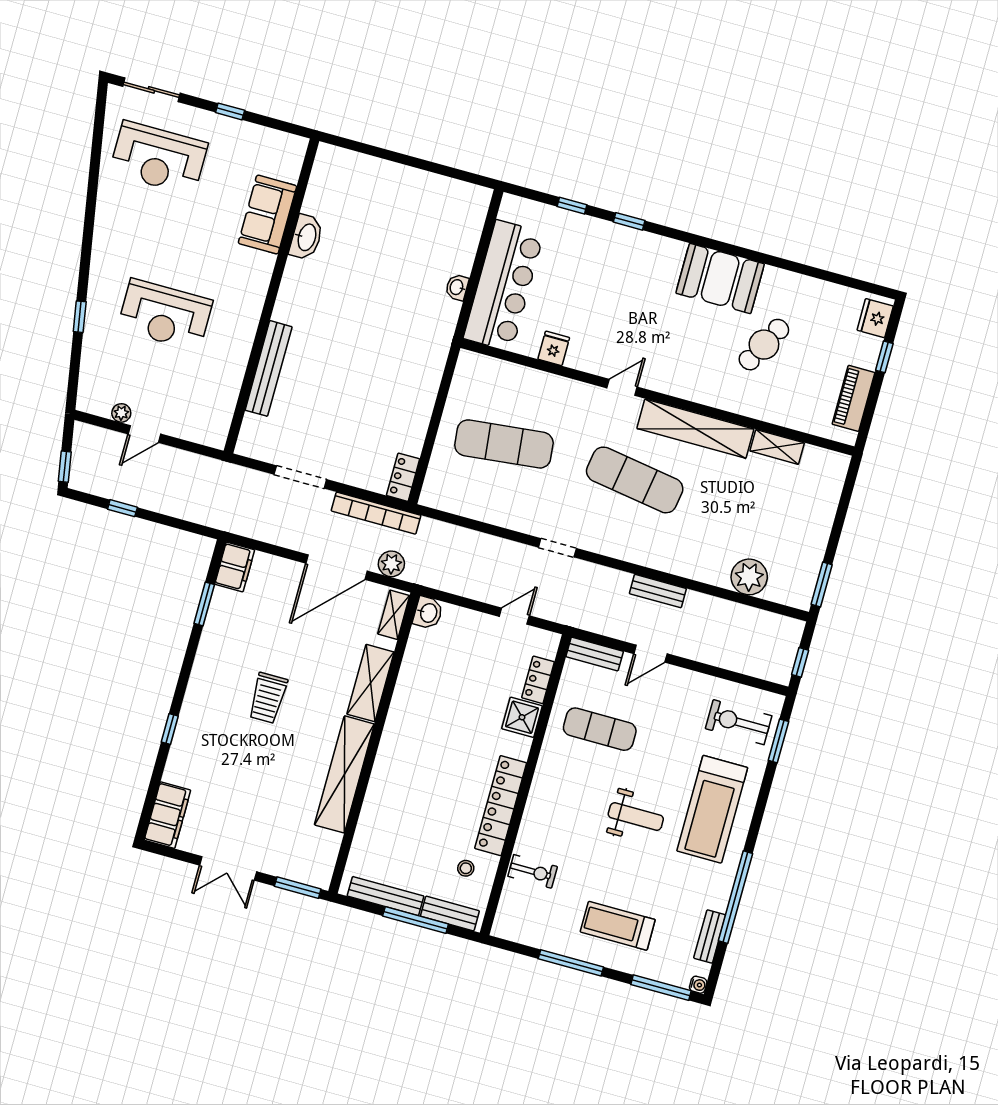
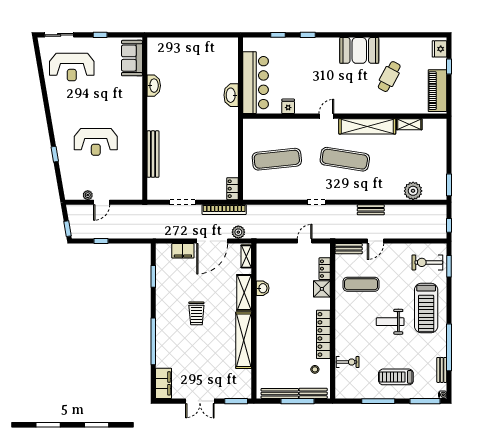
sofa: (267, 215) -> (132, 58), moved
washbasin: (457, 287) -> (231, 95), width x1.91, depth x1.45
piano: (854, 398) -> (437, 91), width x1.37, depth x1.33
filing cabinet: (235, 567) -> (183, 251), moved, turned 90
washbasin: (428, 613) -> (263, 288), moved
window: (170, 729) -> (153, 341), width x3.17
weight bench: (636, 817) -> (390, 322), turned 180

